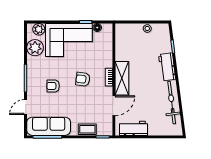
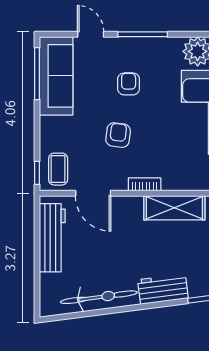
shelving: (122, 78) -> (174, 208), moved
armchair: (83, 79) -> (118, 135), moved
workbench: (133, 128) -> (52, 238), width x1.37
coffee table: (87, 129) -> (58, 169), moved

